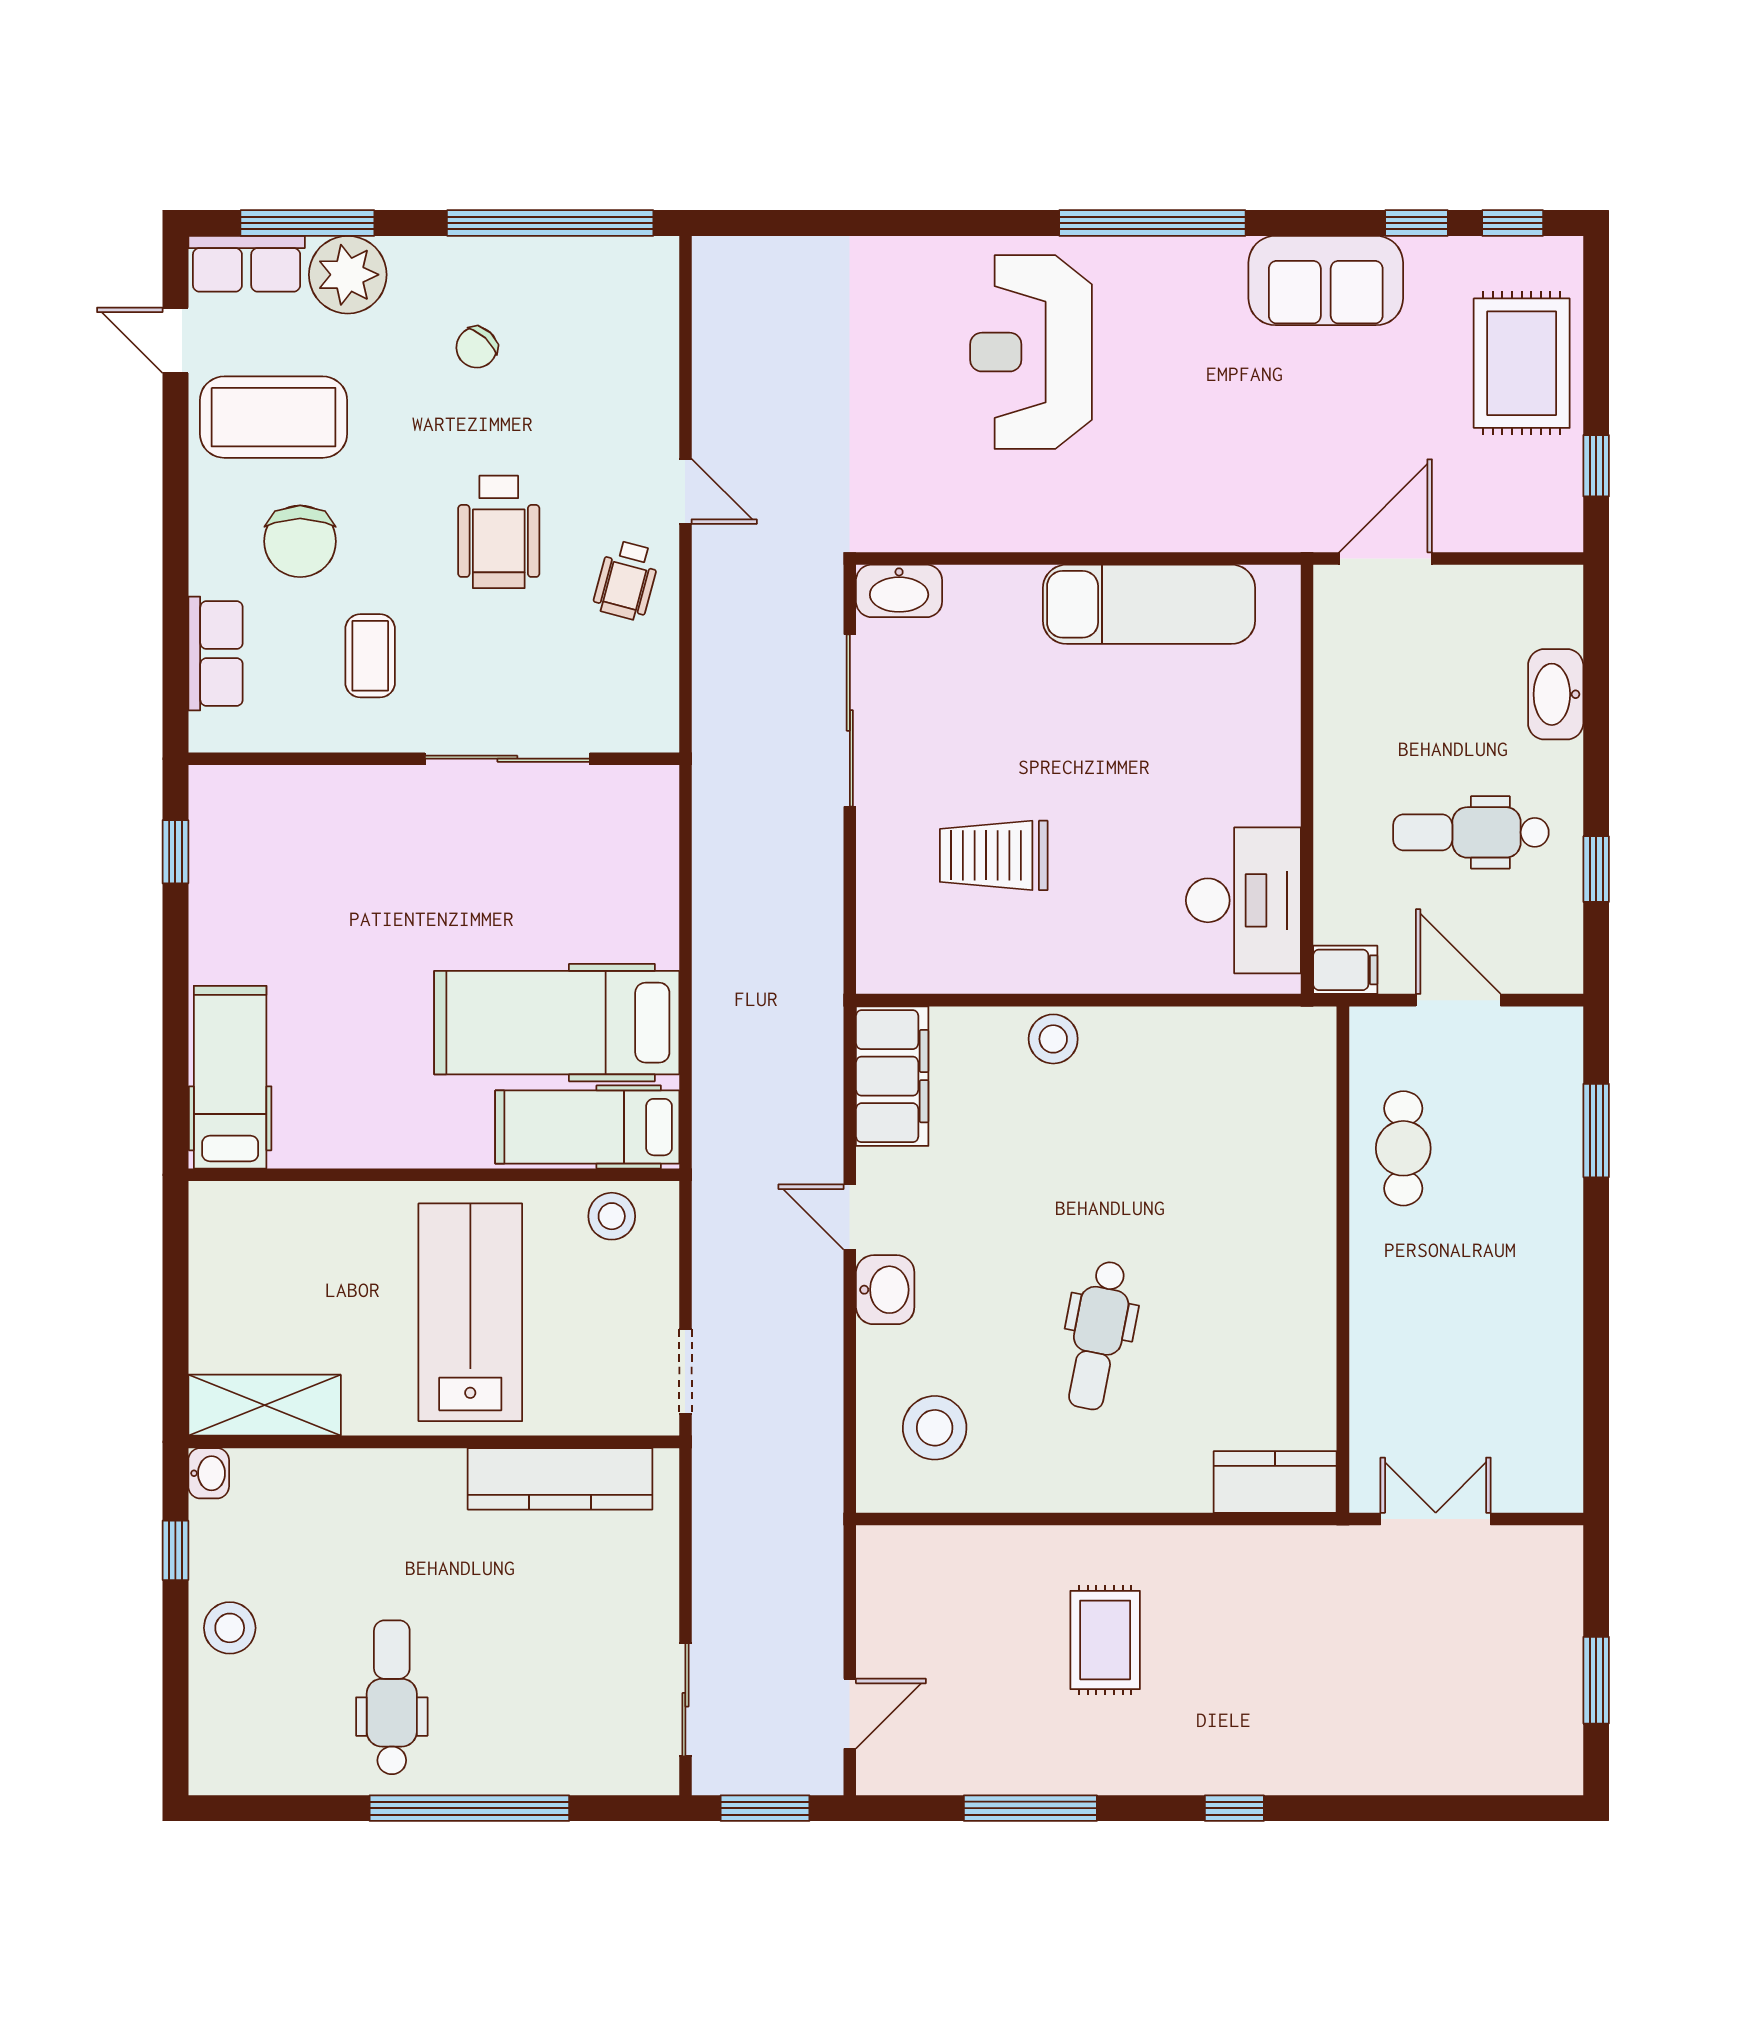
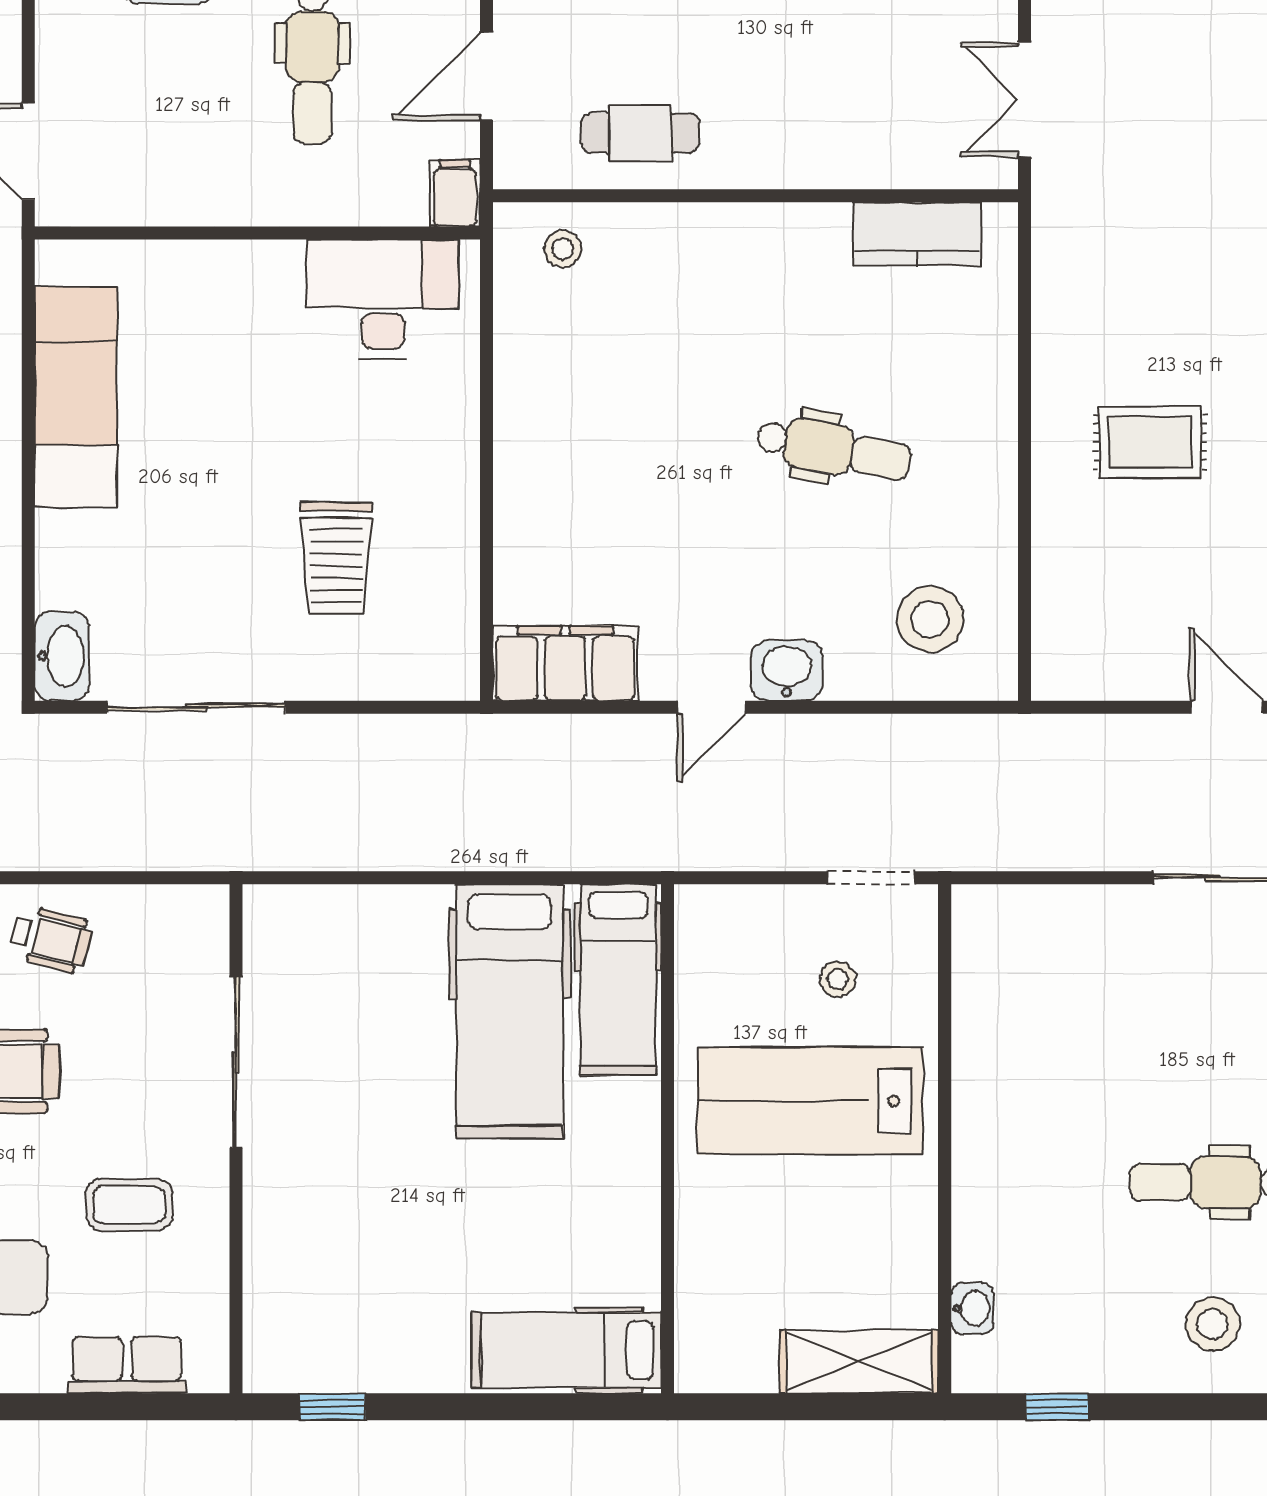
stool: (1053, 1039) -> (563, 249), moved, width x0.73, depth x0.73
stool: (612, 1216) -> (838, 979), moved, width x0.73, depth x0.73
shelving: (265, 1405) -> (859, 1362), moved, turned 90
washbasin: (209, 1473) -> (972, 1308), moved, turned 90
kitchen counter: (560, 1479) -> (983, 1008), removed
kitchen counter: (1275, 1482) -> (917, 234), moved, turned -90
stool: (230, 1628) -> (1213, 1324), moved

